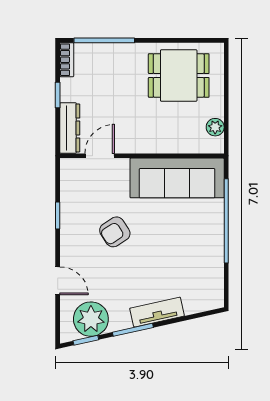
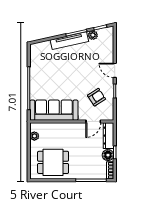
floor lamp: (71, 90) -> (108, 155), added
armchair: (115, 232) -> (96, 97), moved
door: (58, 281) -> (115, 70), moved
tv unit: (157, 312) -> (69, 41), width x1.41
plant: (91, 319) -> (93, 35), width x0.53, depth x0.53

